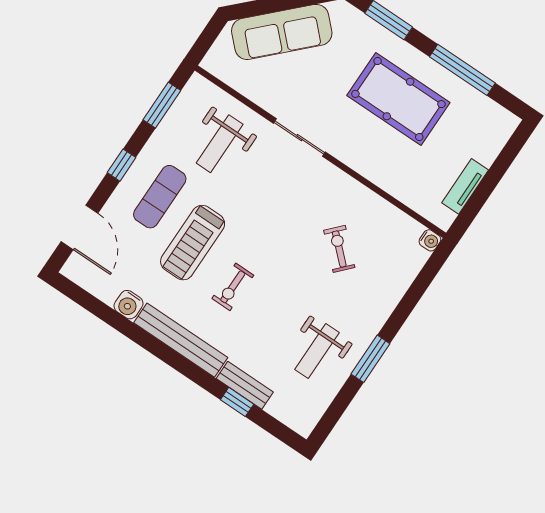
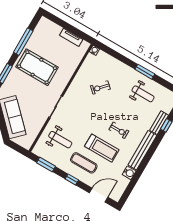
pool table: (398, 99) -> (37, 67), turned 90

